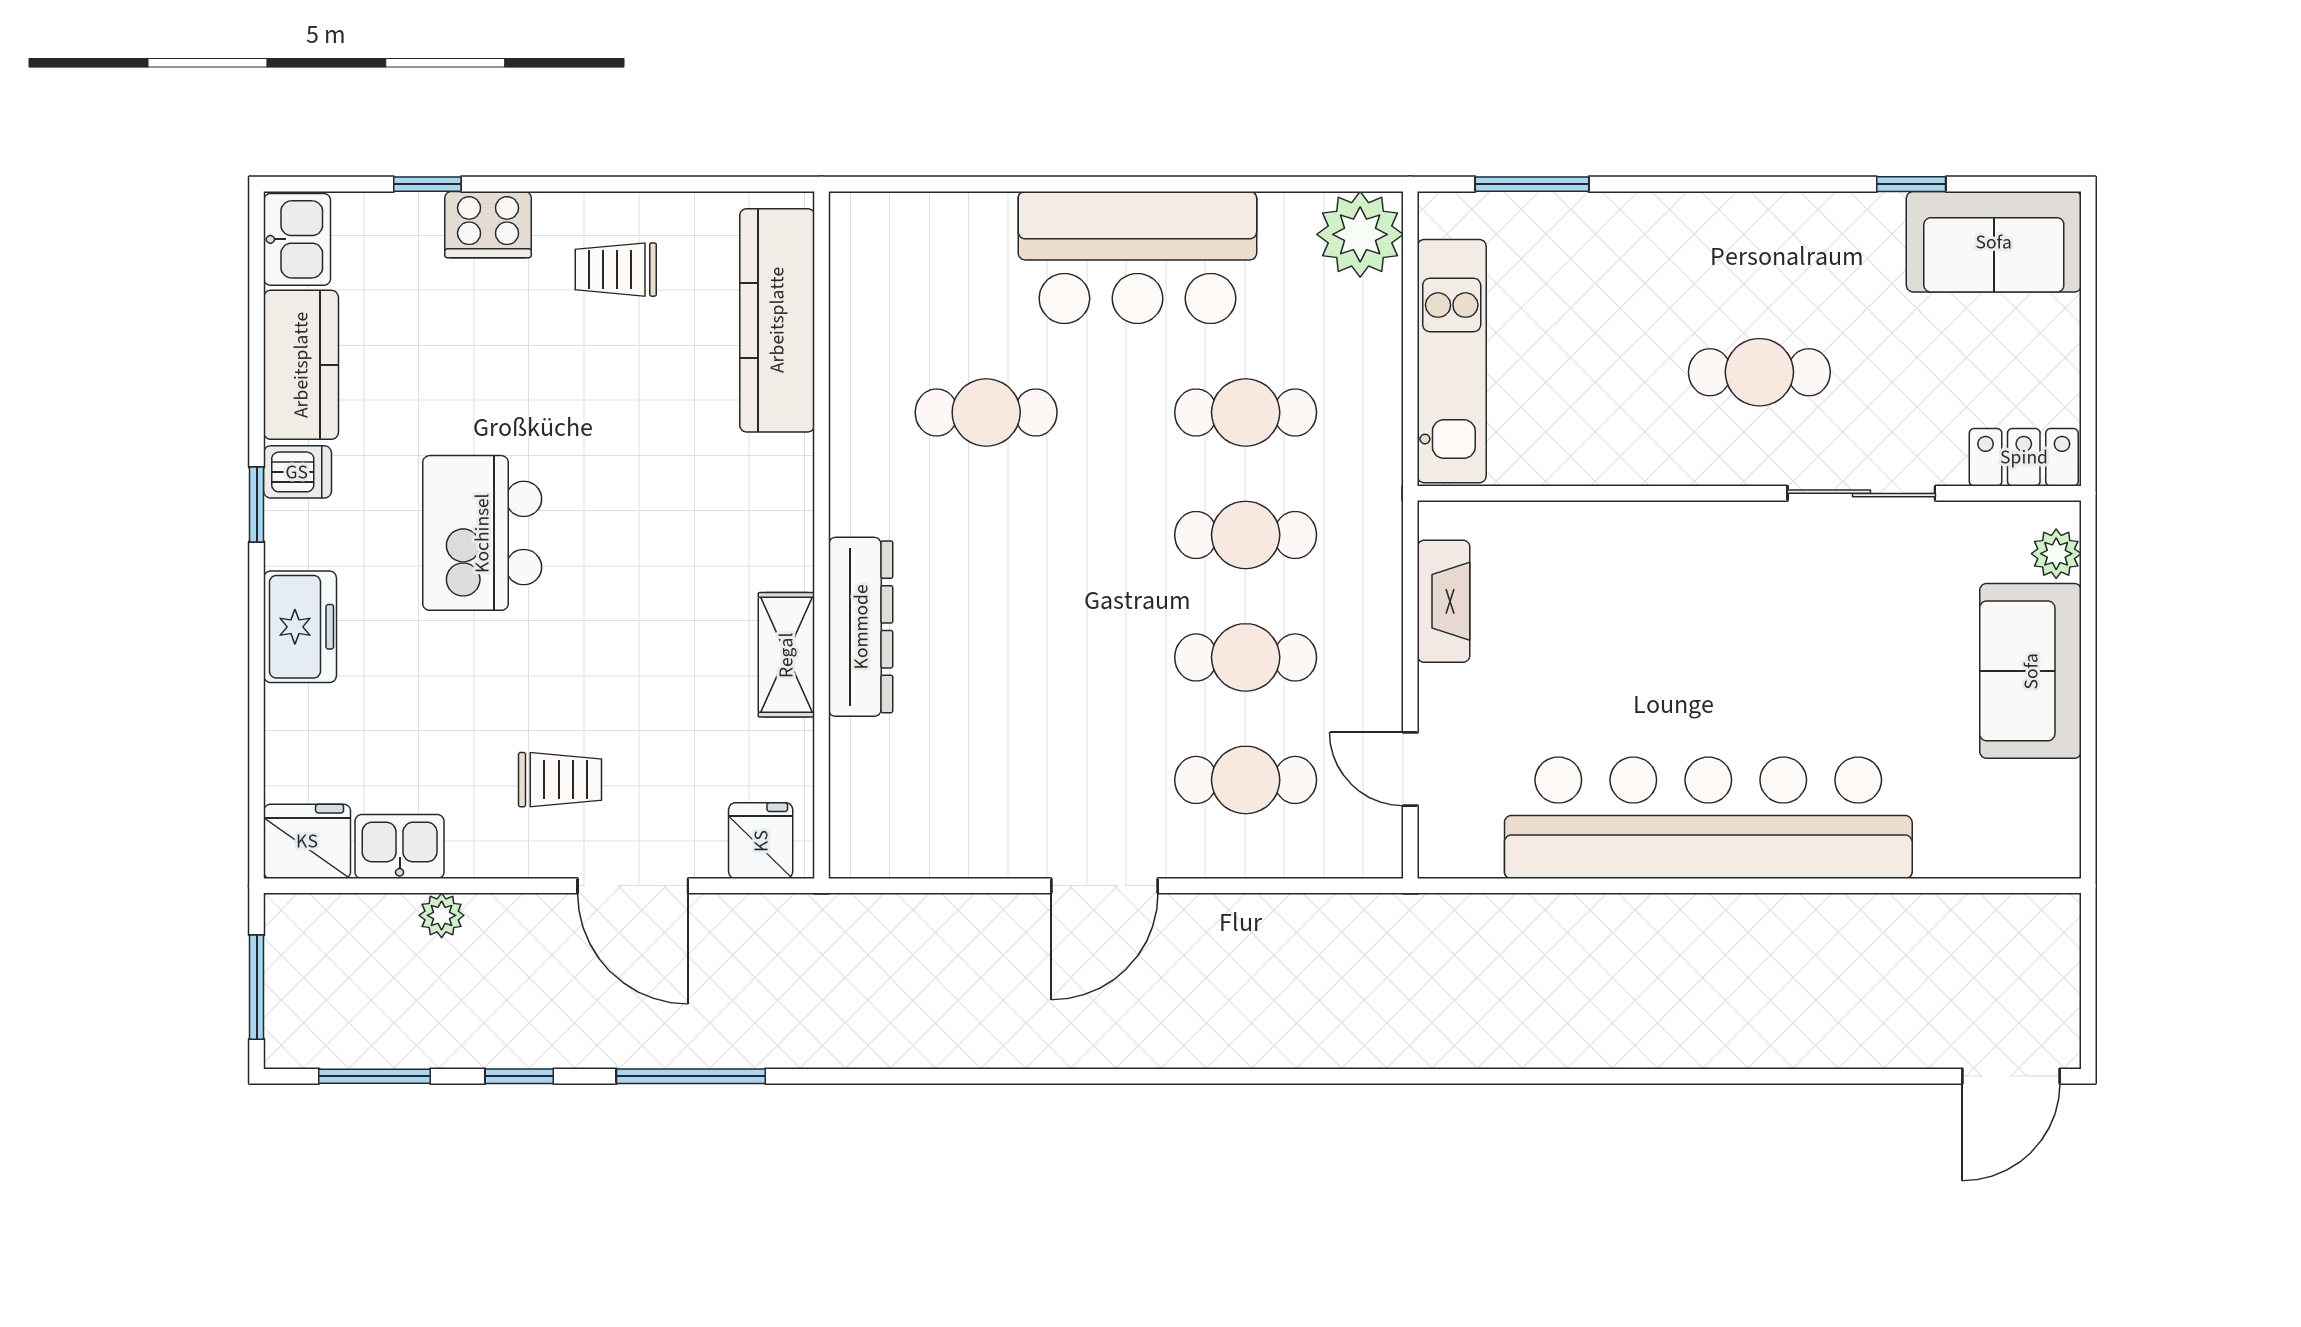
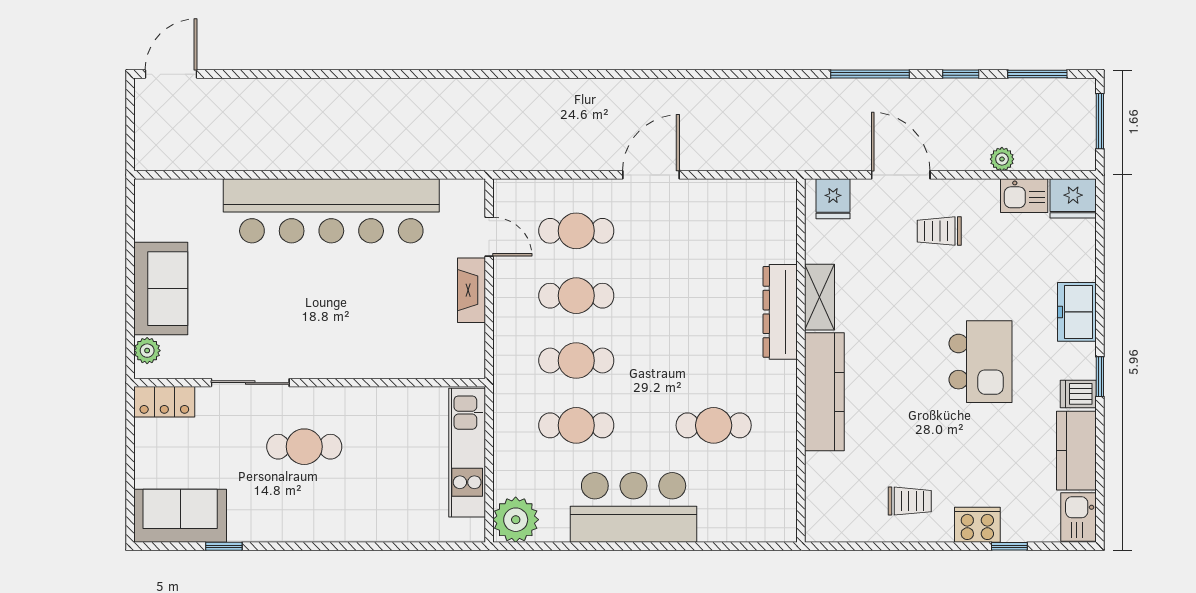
window: (1532, 184) -> (425, 546), removed
kitchen counter: (777, 320) -> (824, 392), moved
fireplace: (1444, 601) -> (471, 290), moved

